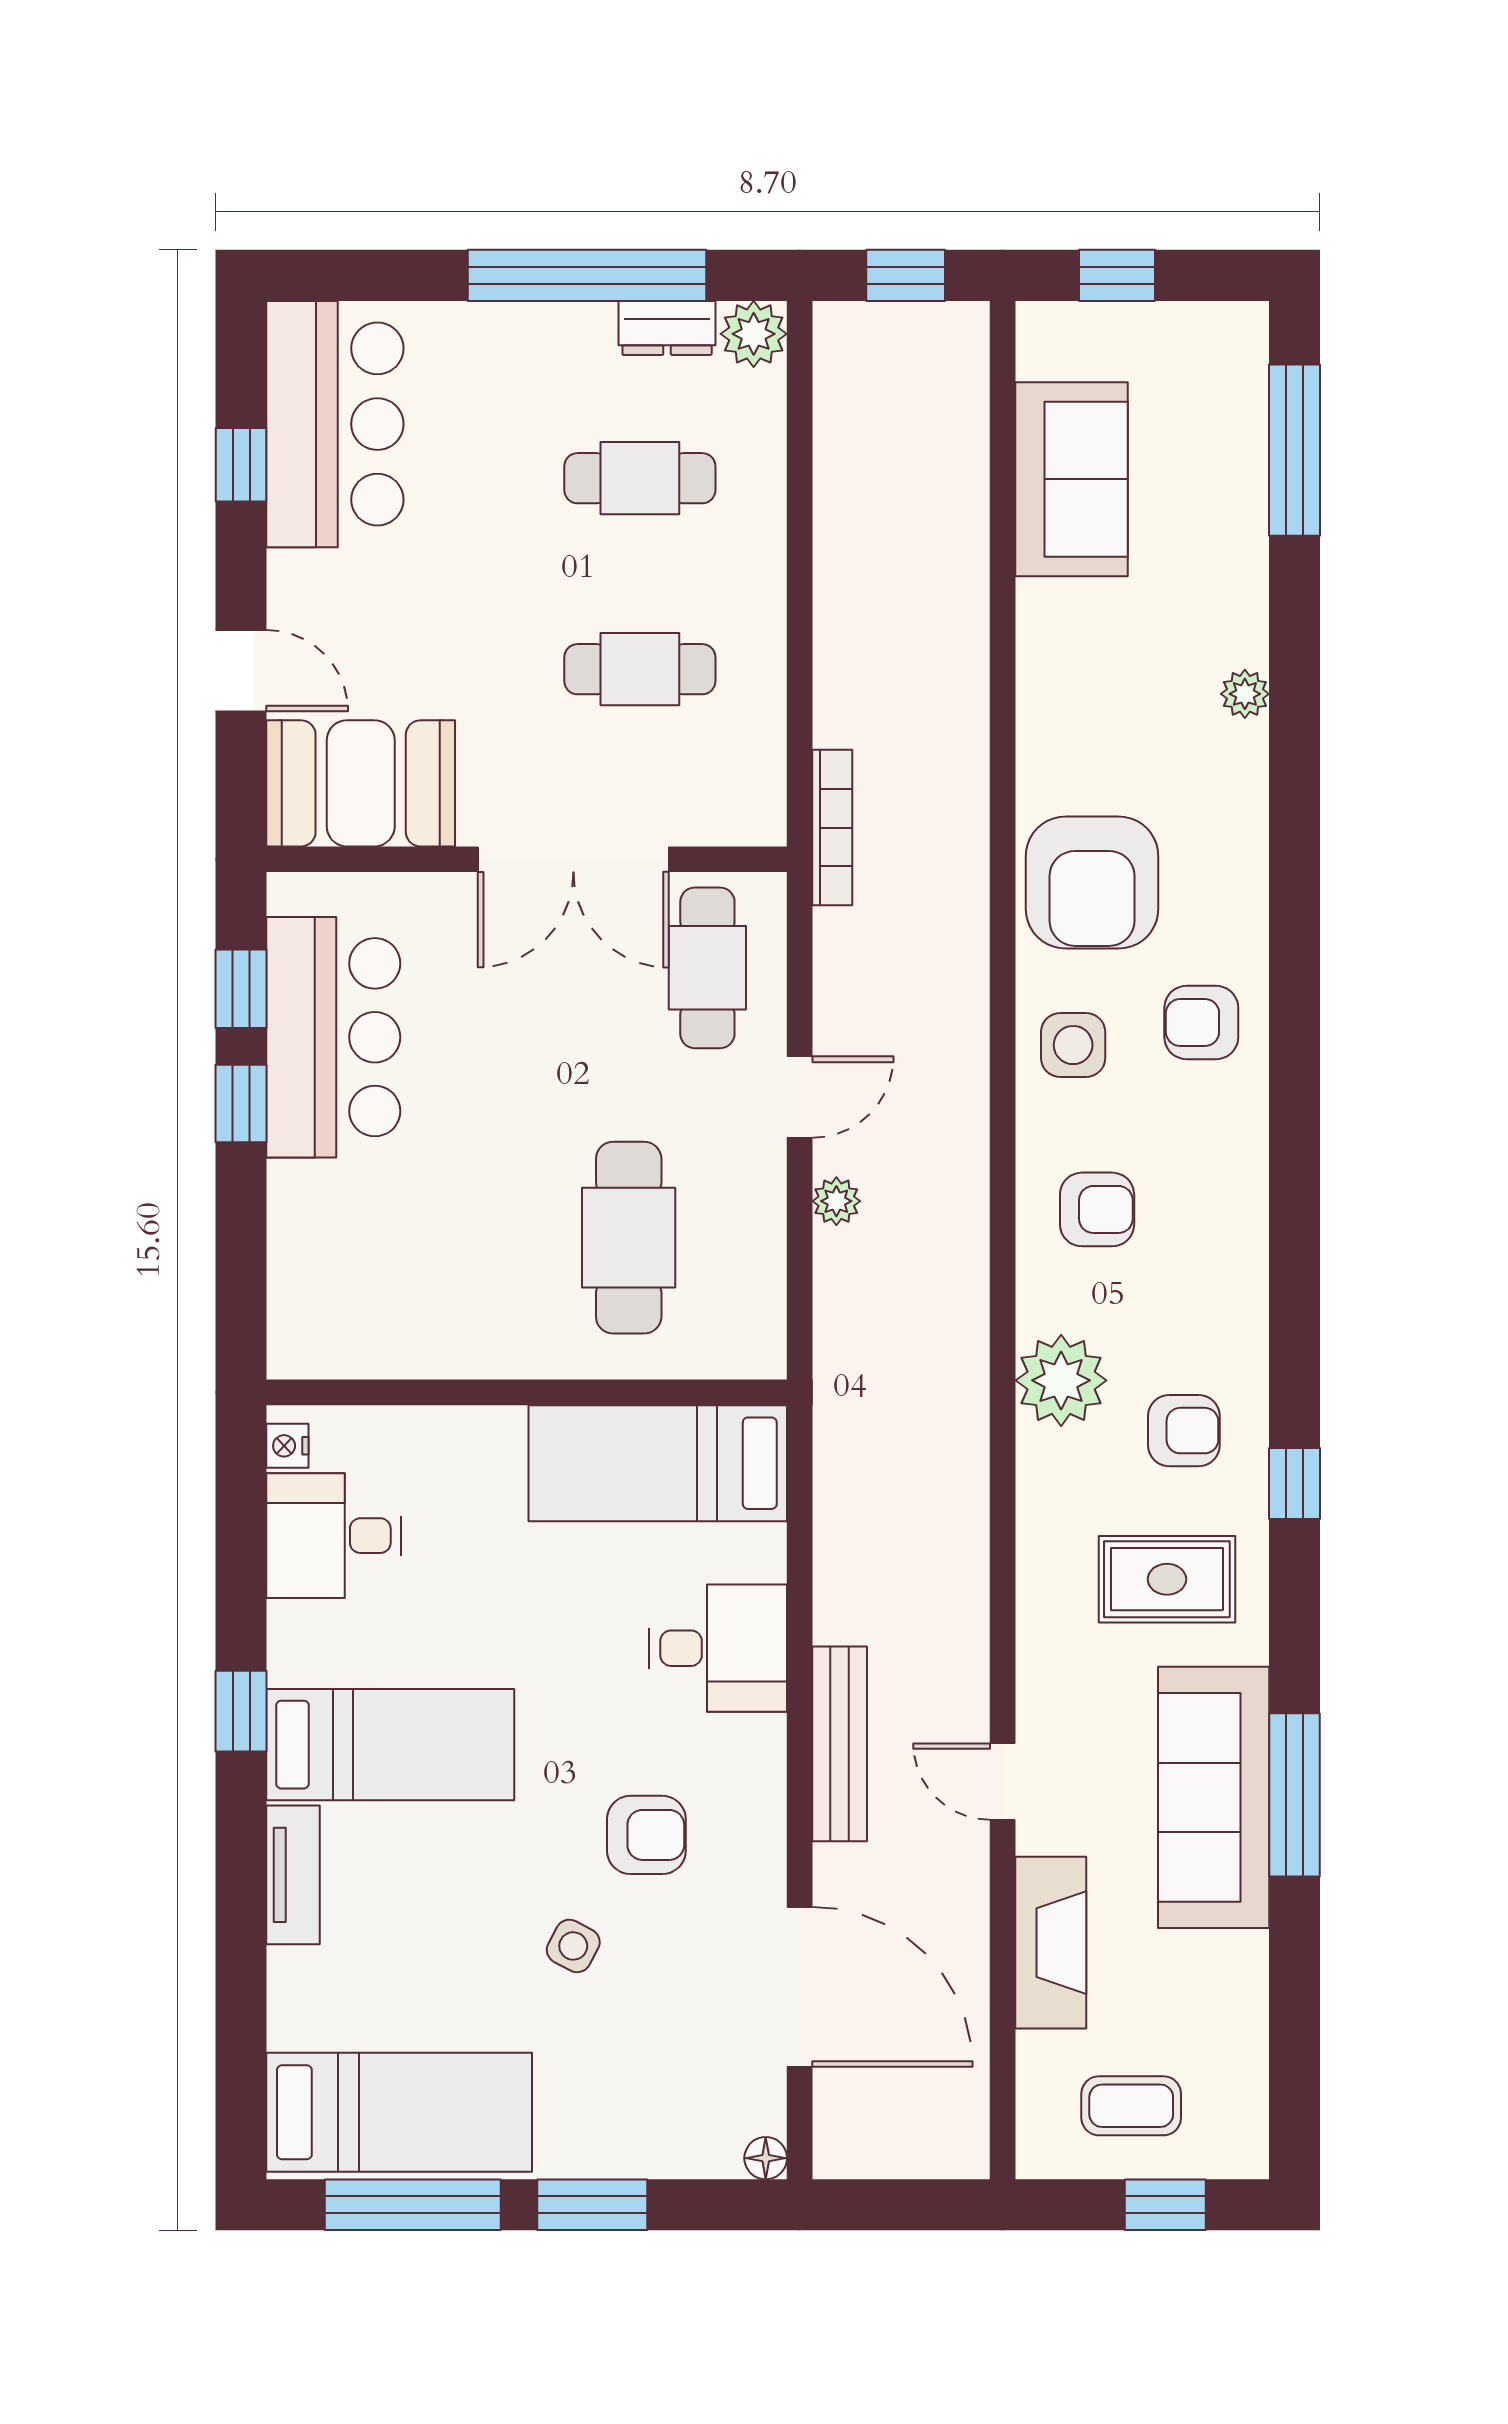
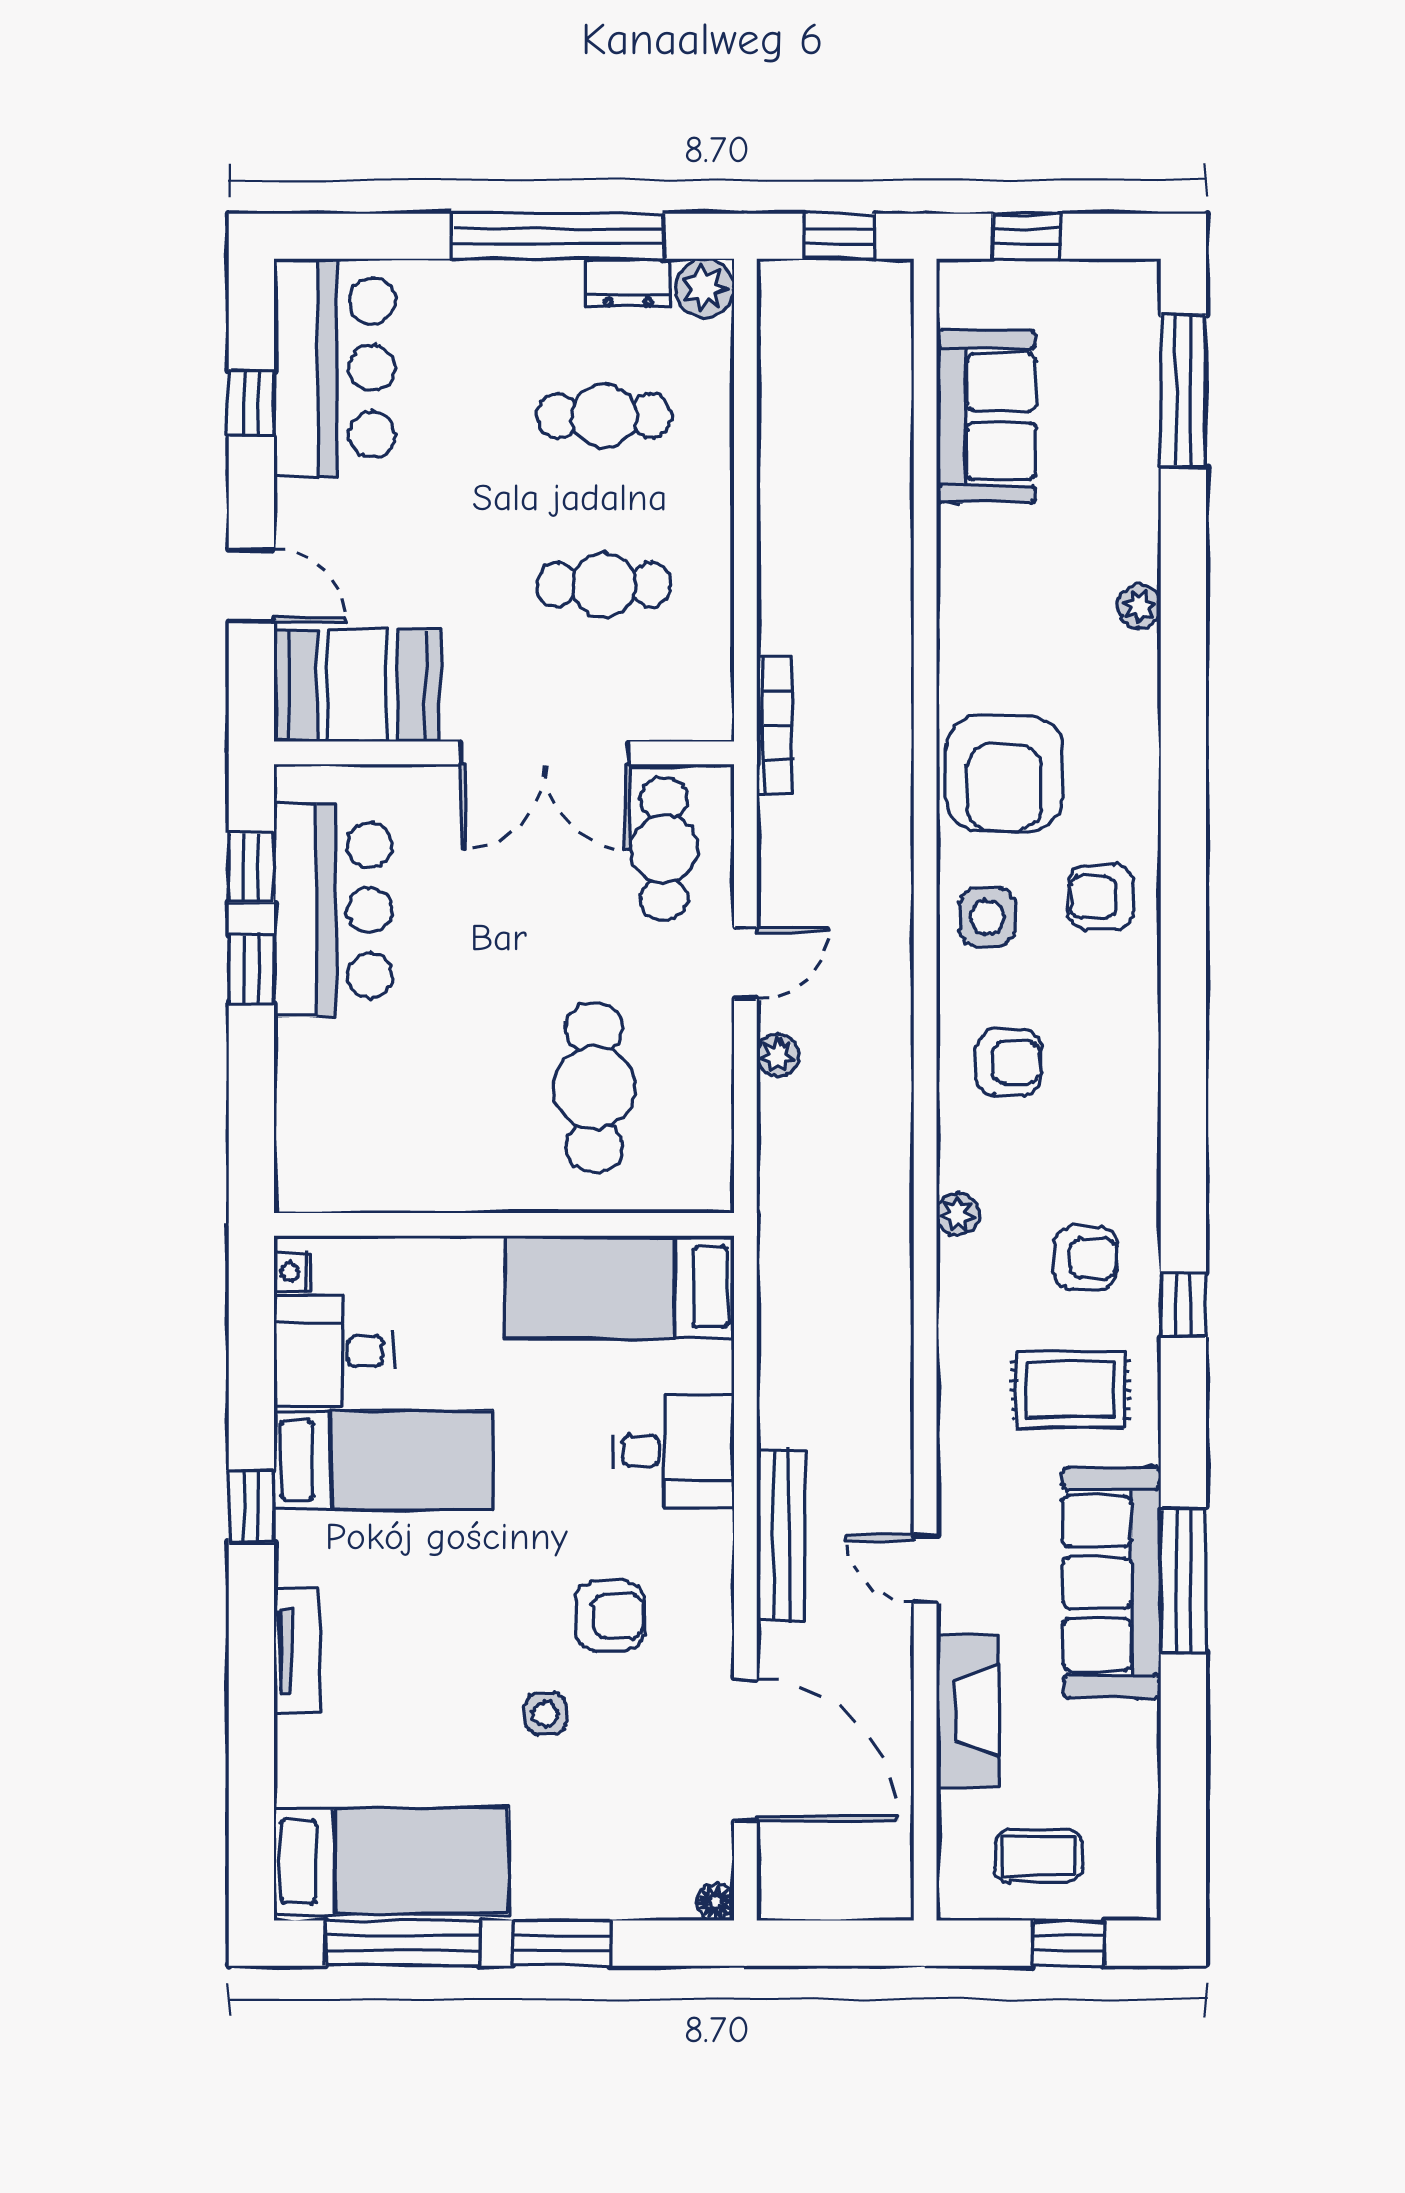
plant: (1061, 1380) -> (958, 1214), width x0.53, depth x0.53
bed: (390, 1745) -> (383, 1460), moved
side table: (573, 1946) -> (545, 1714), turned -31

